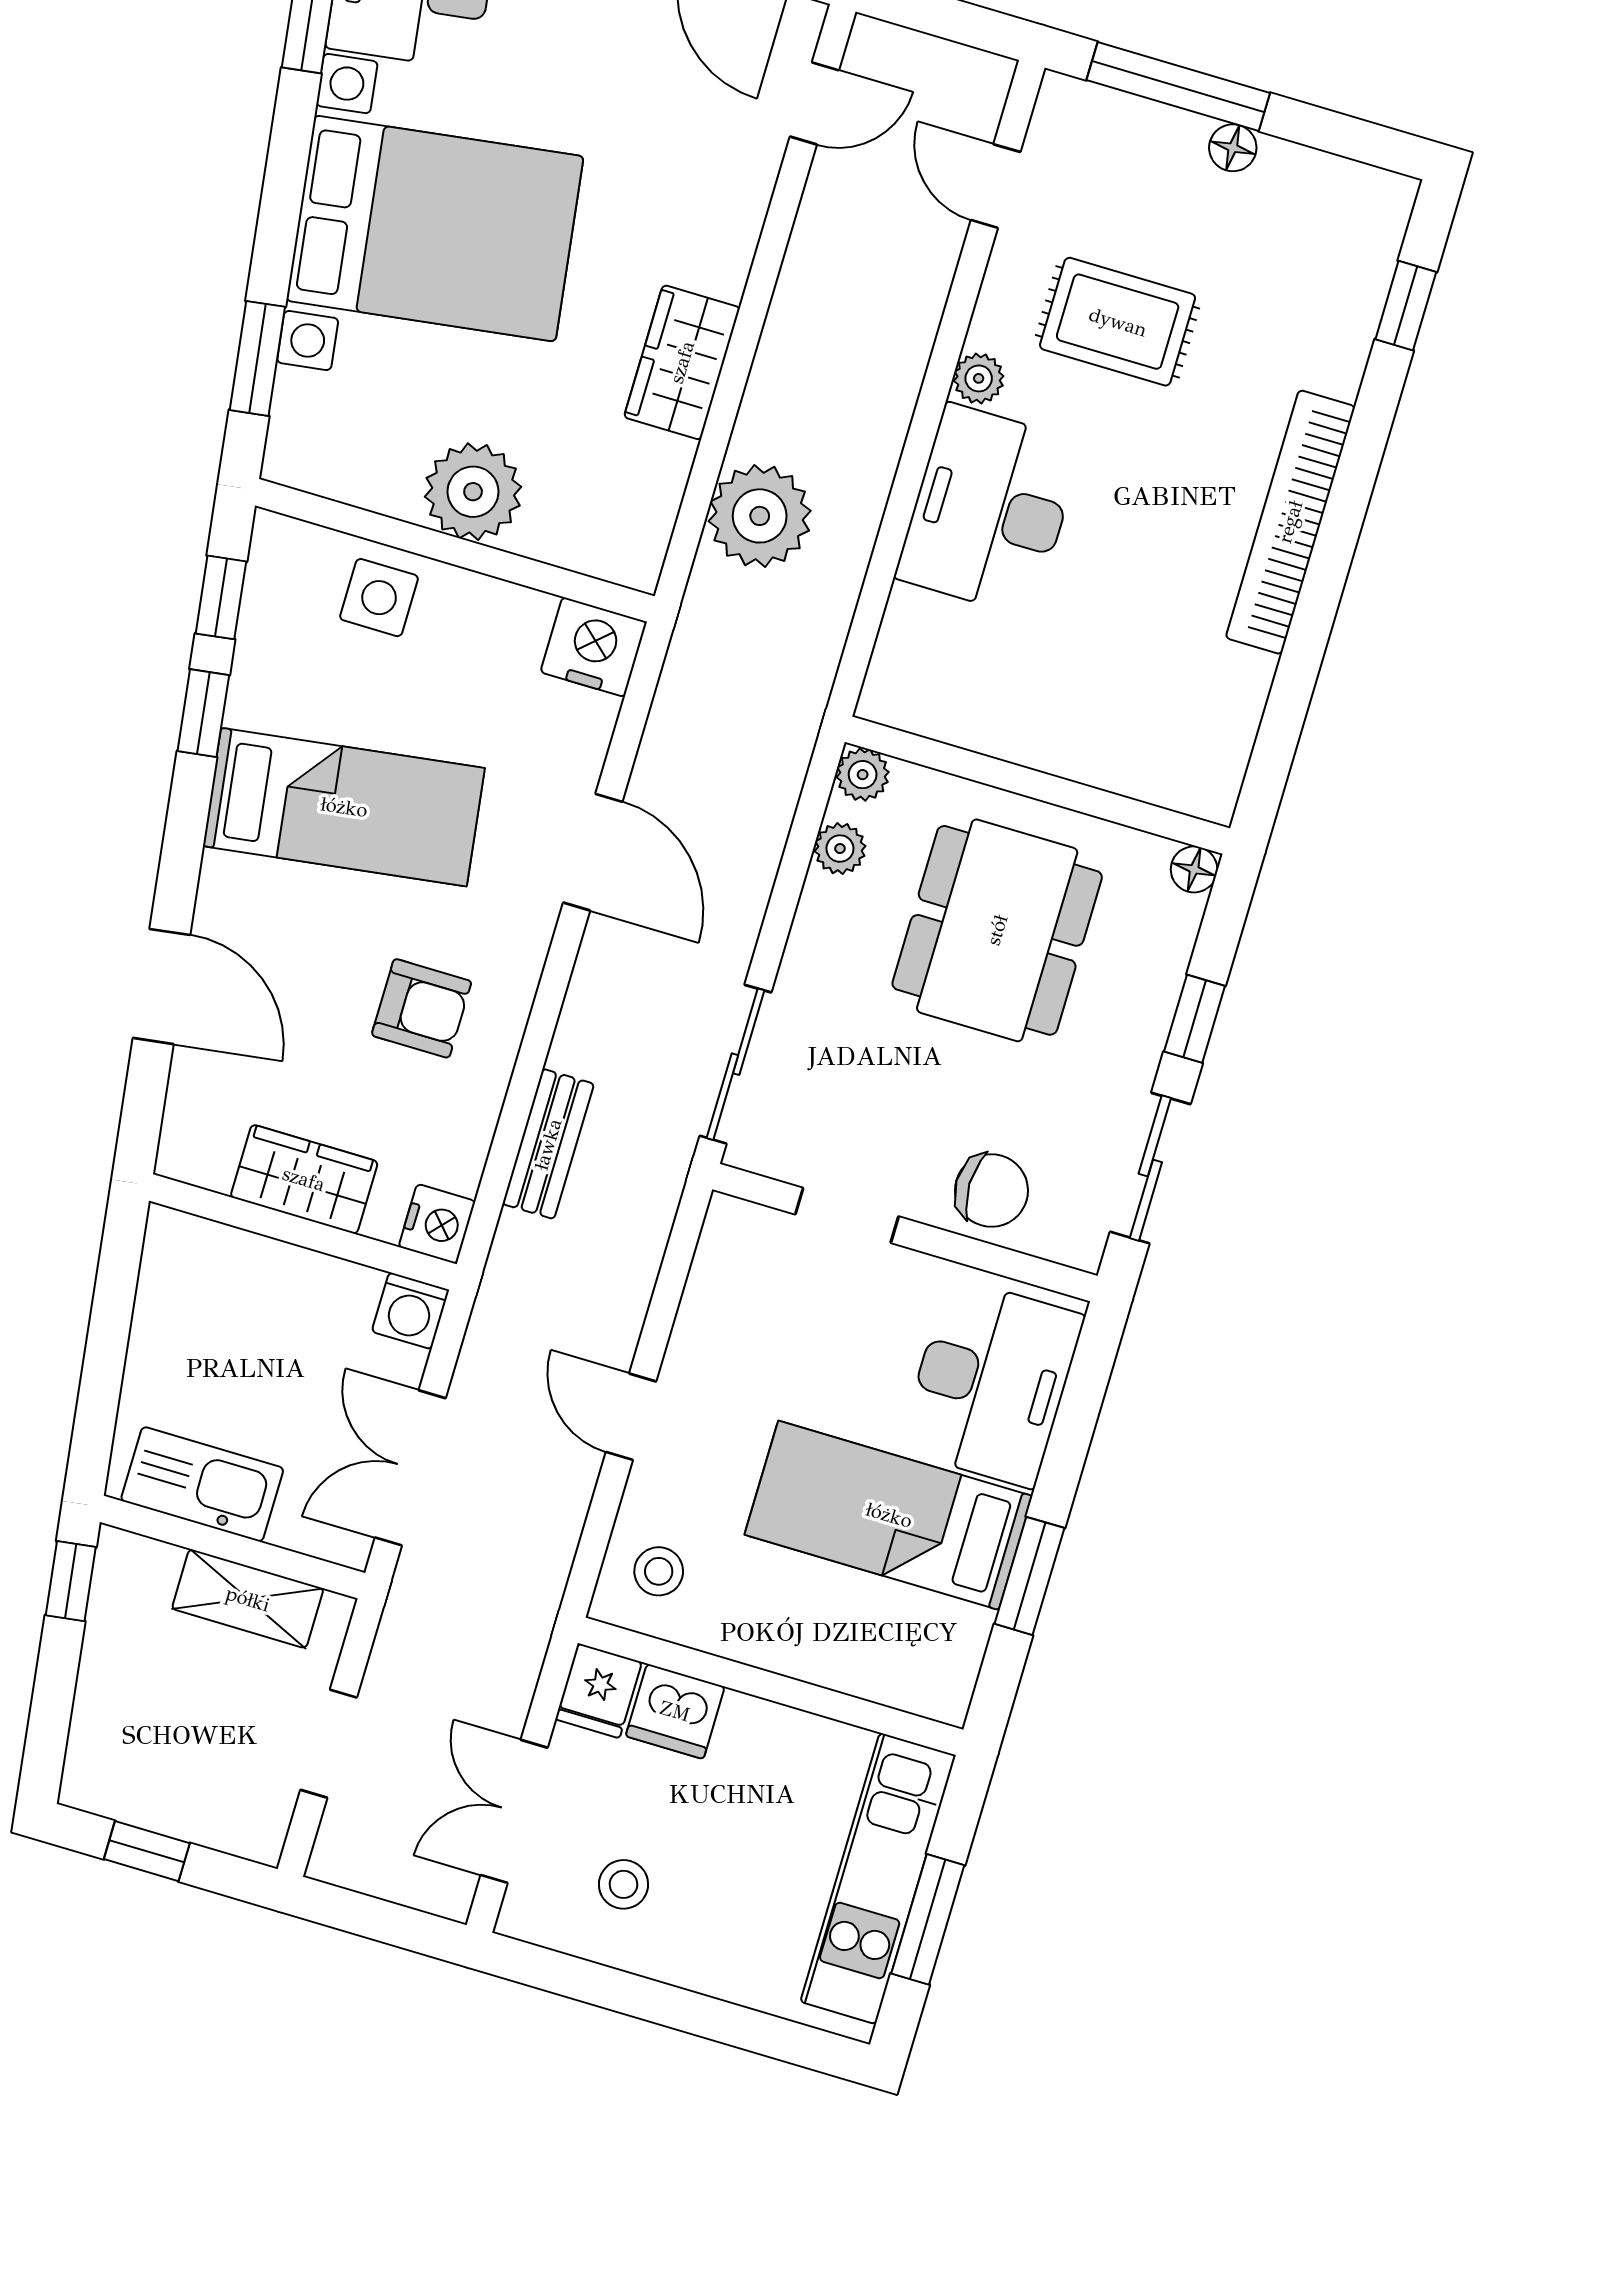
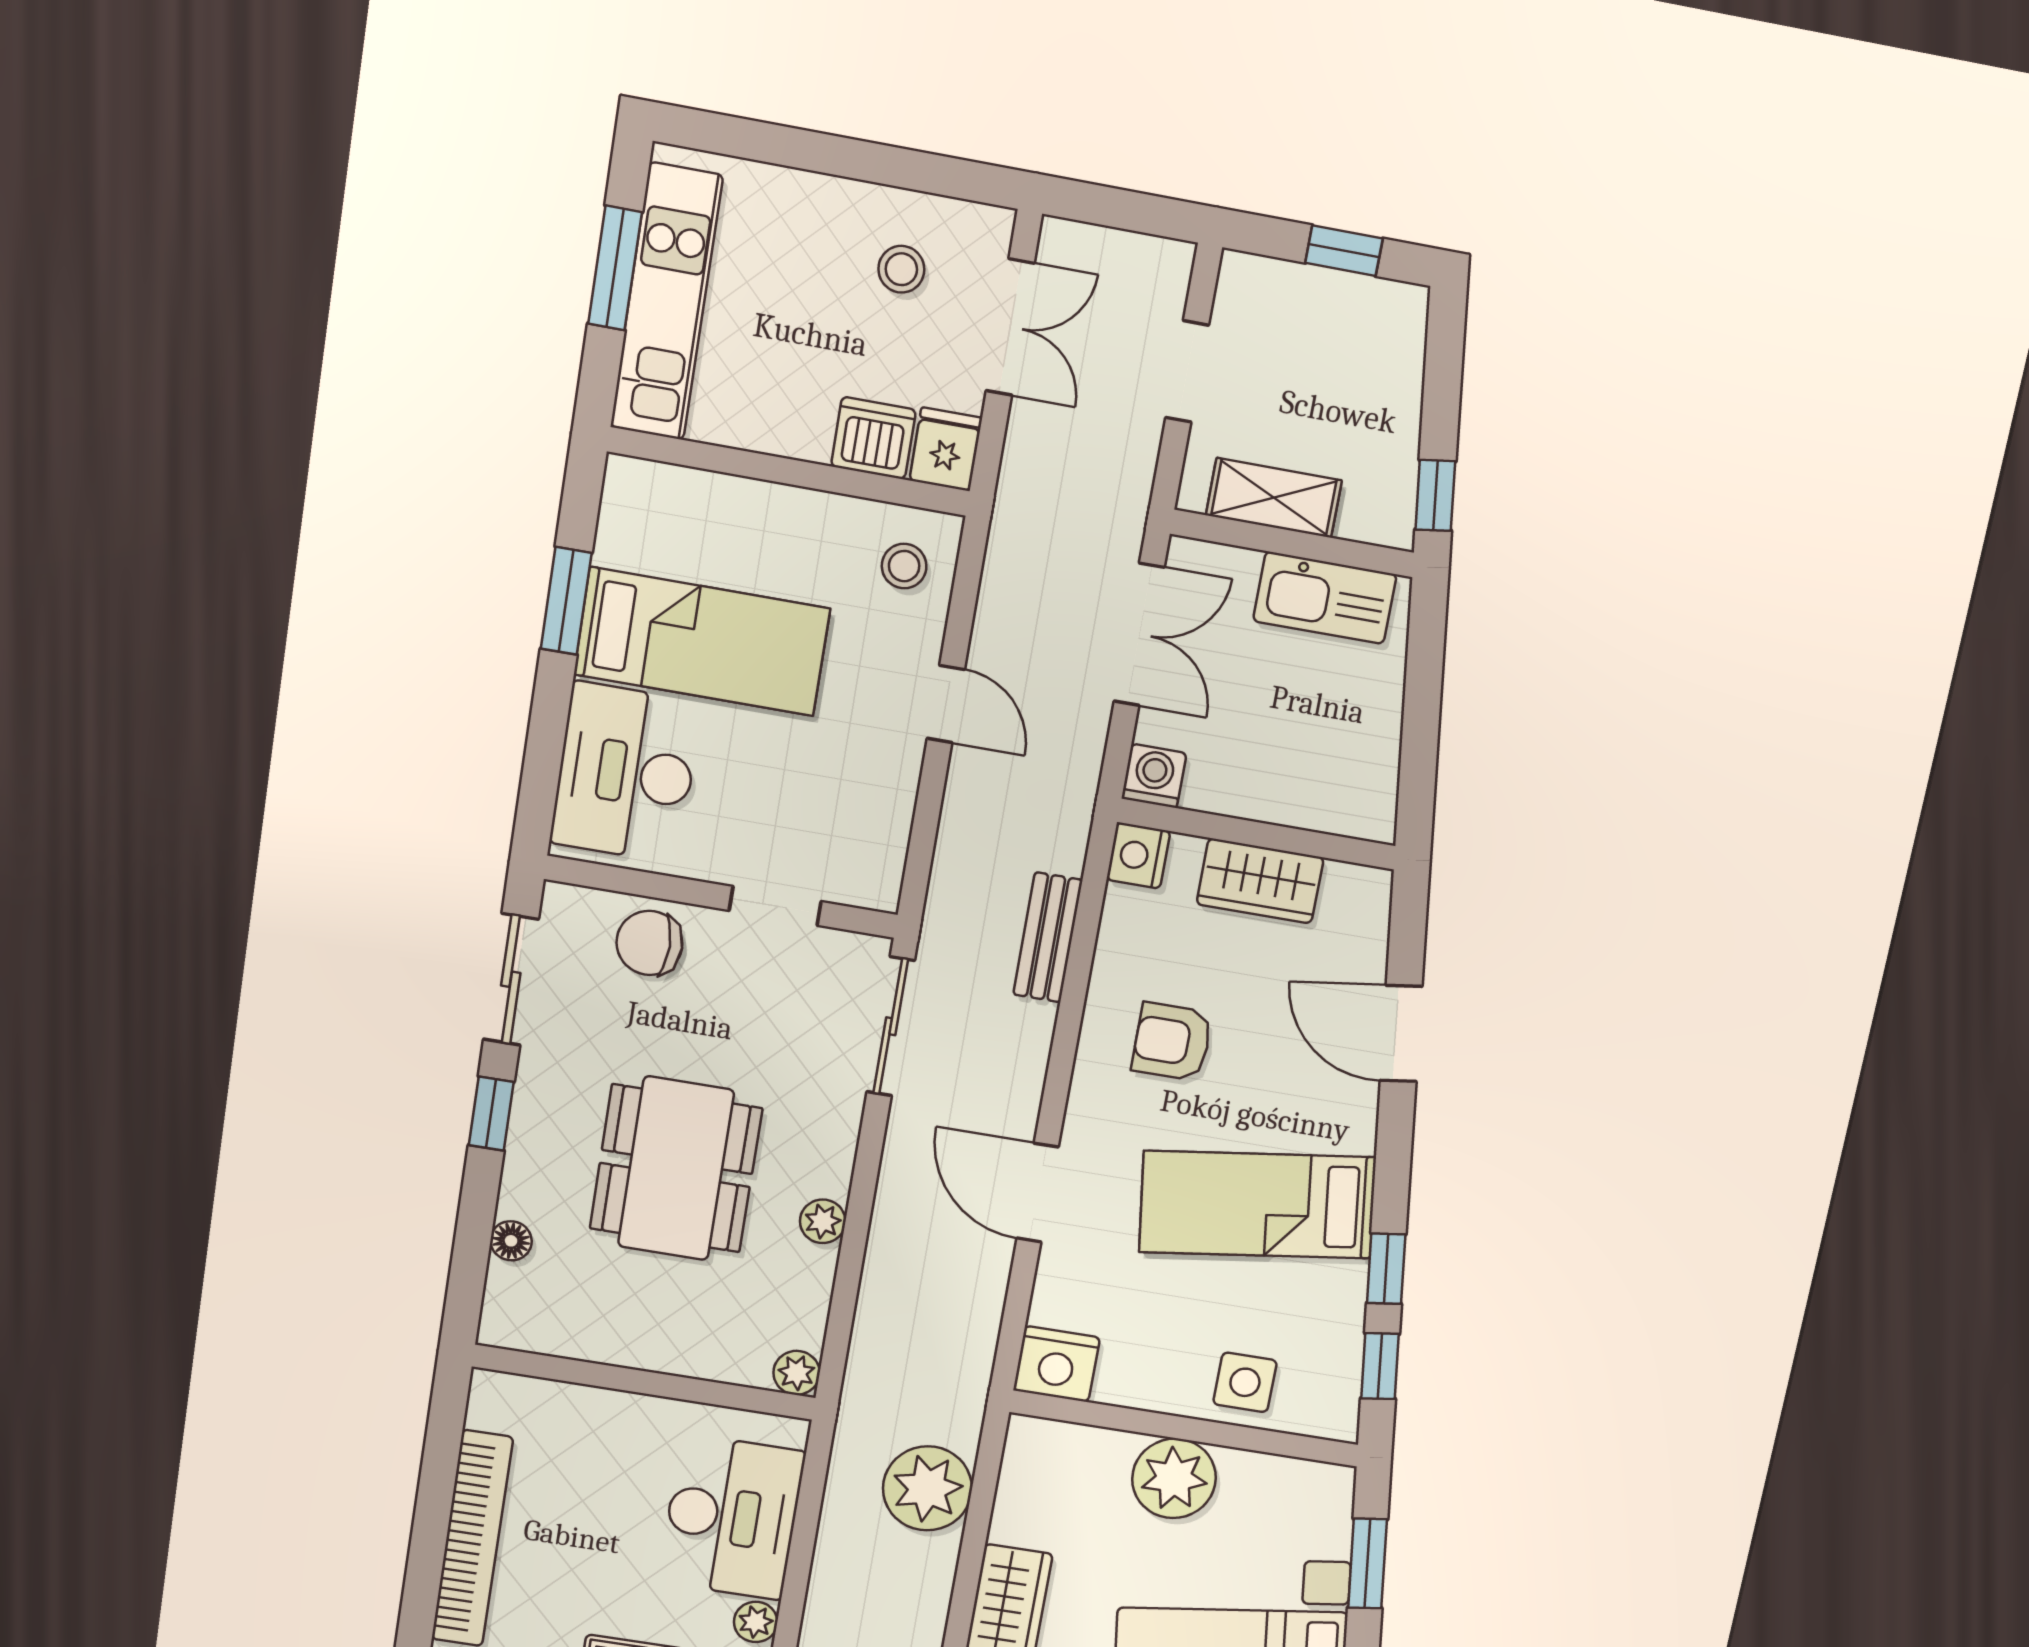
plant: (863, 775) -> (797, 1373), moved
wall: (1038, 785) -> (644, 1382), moved

